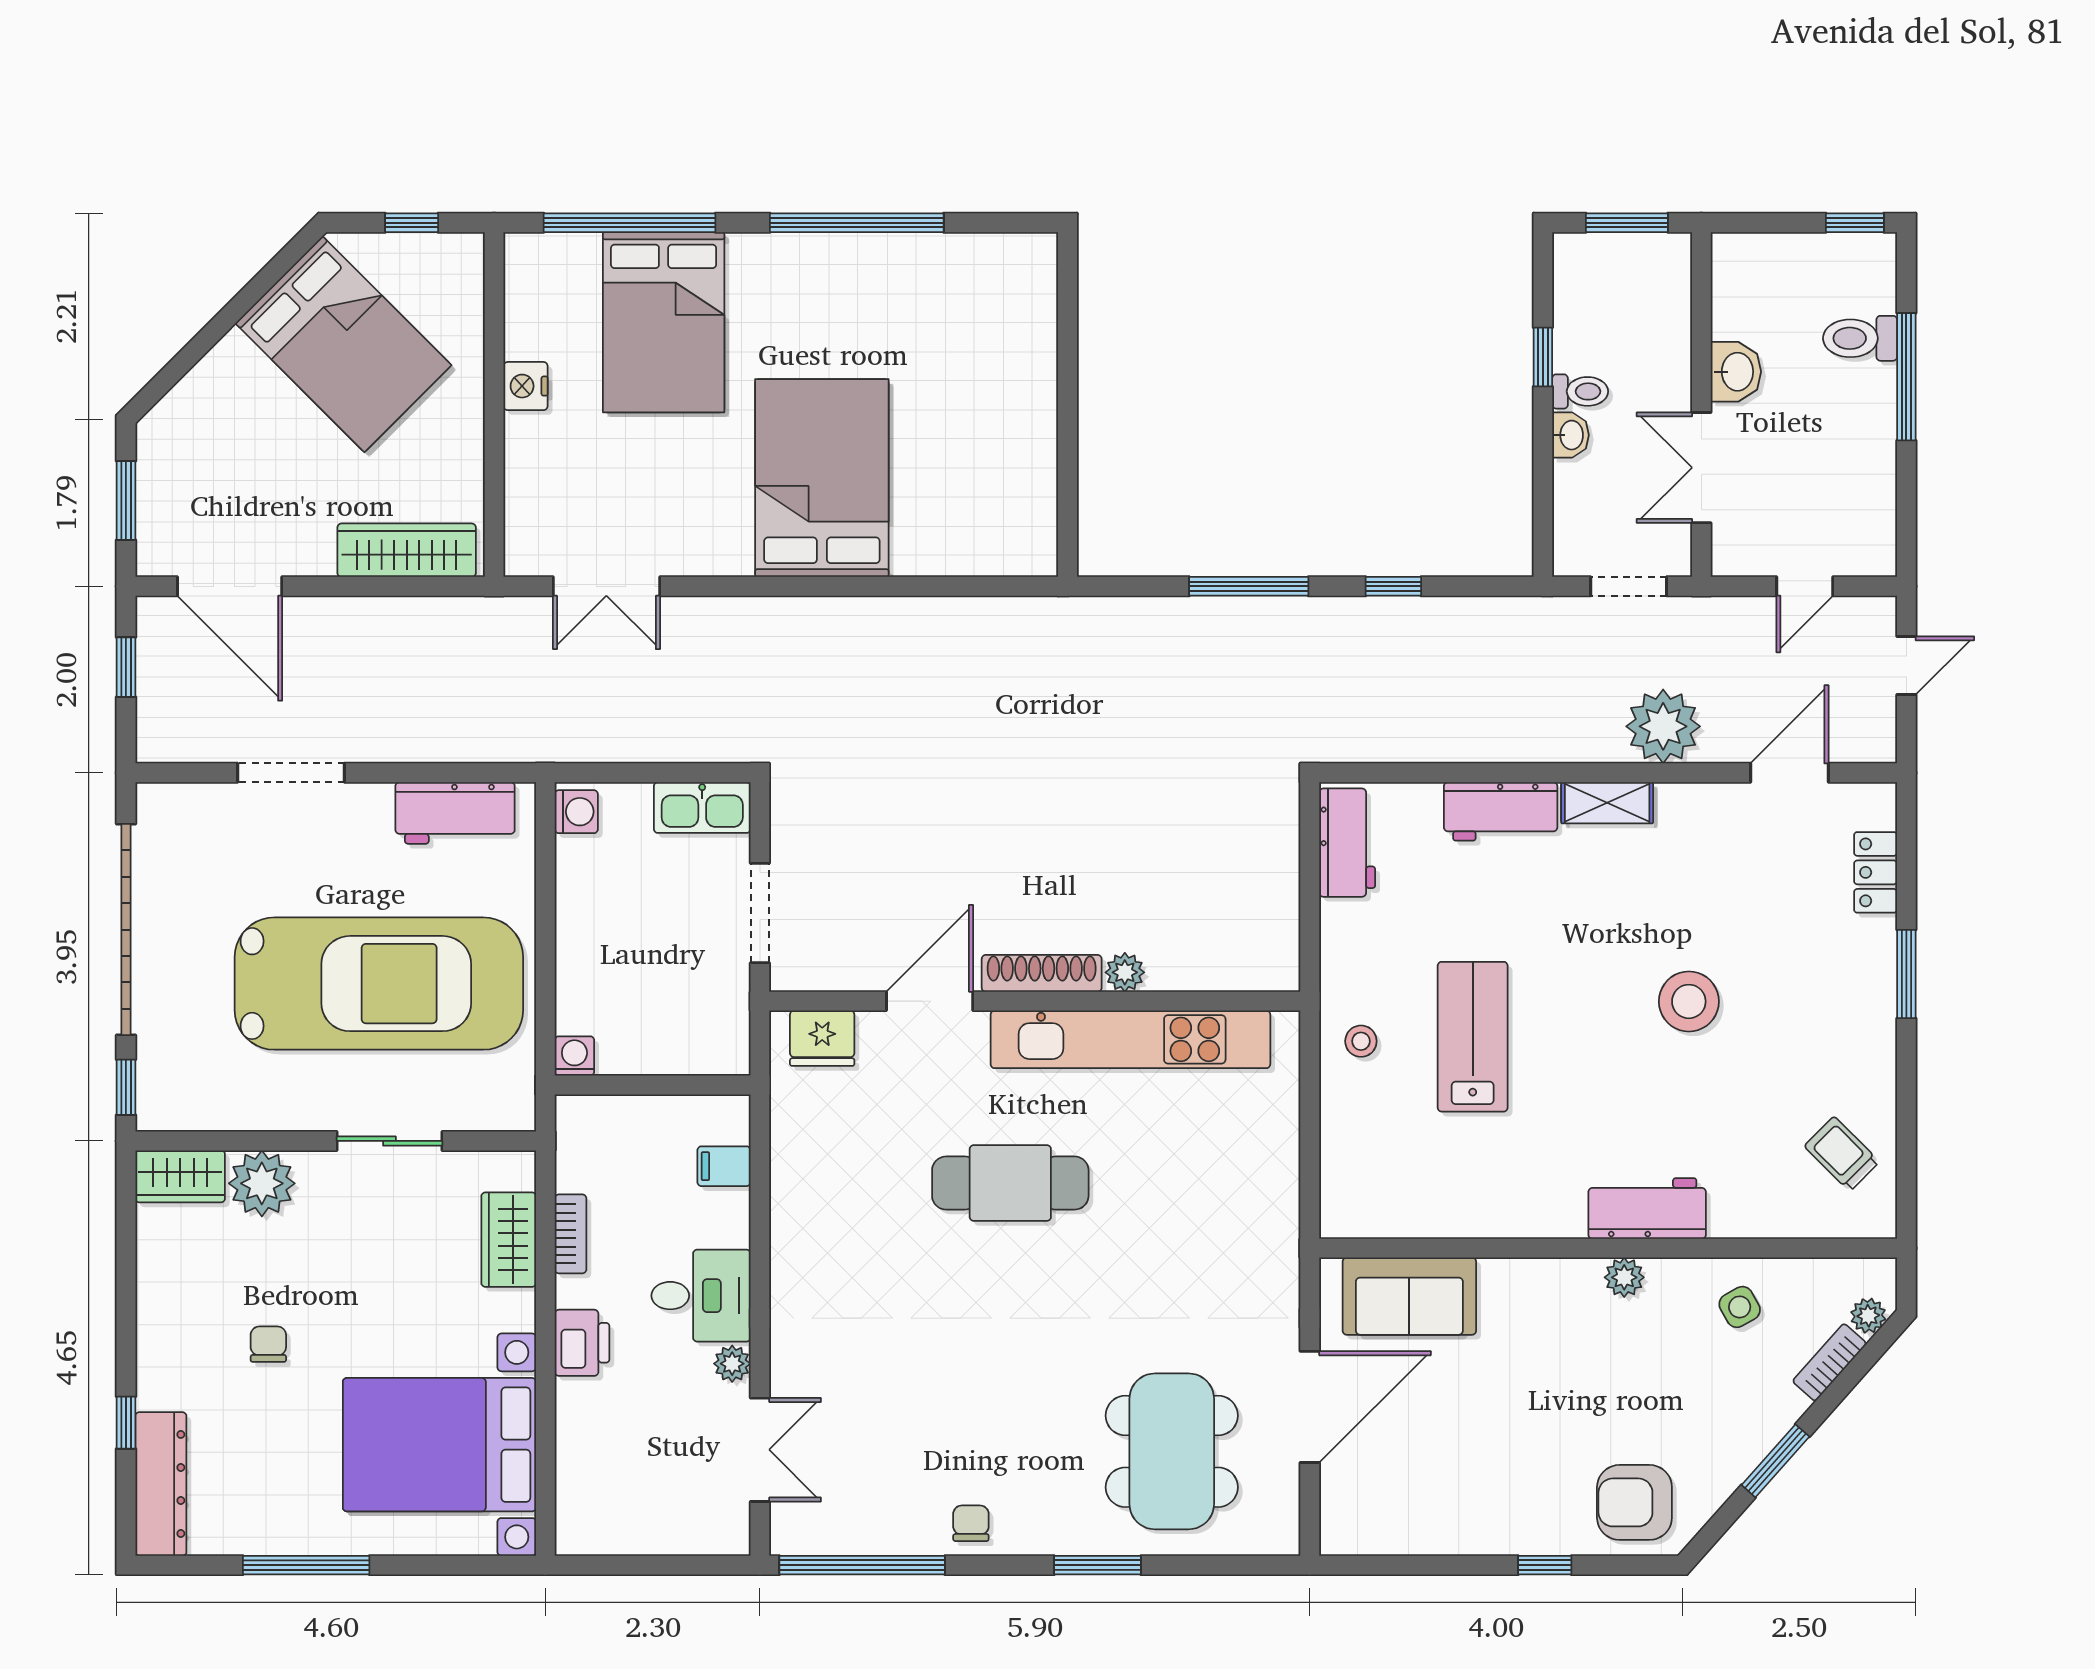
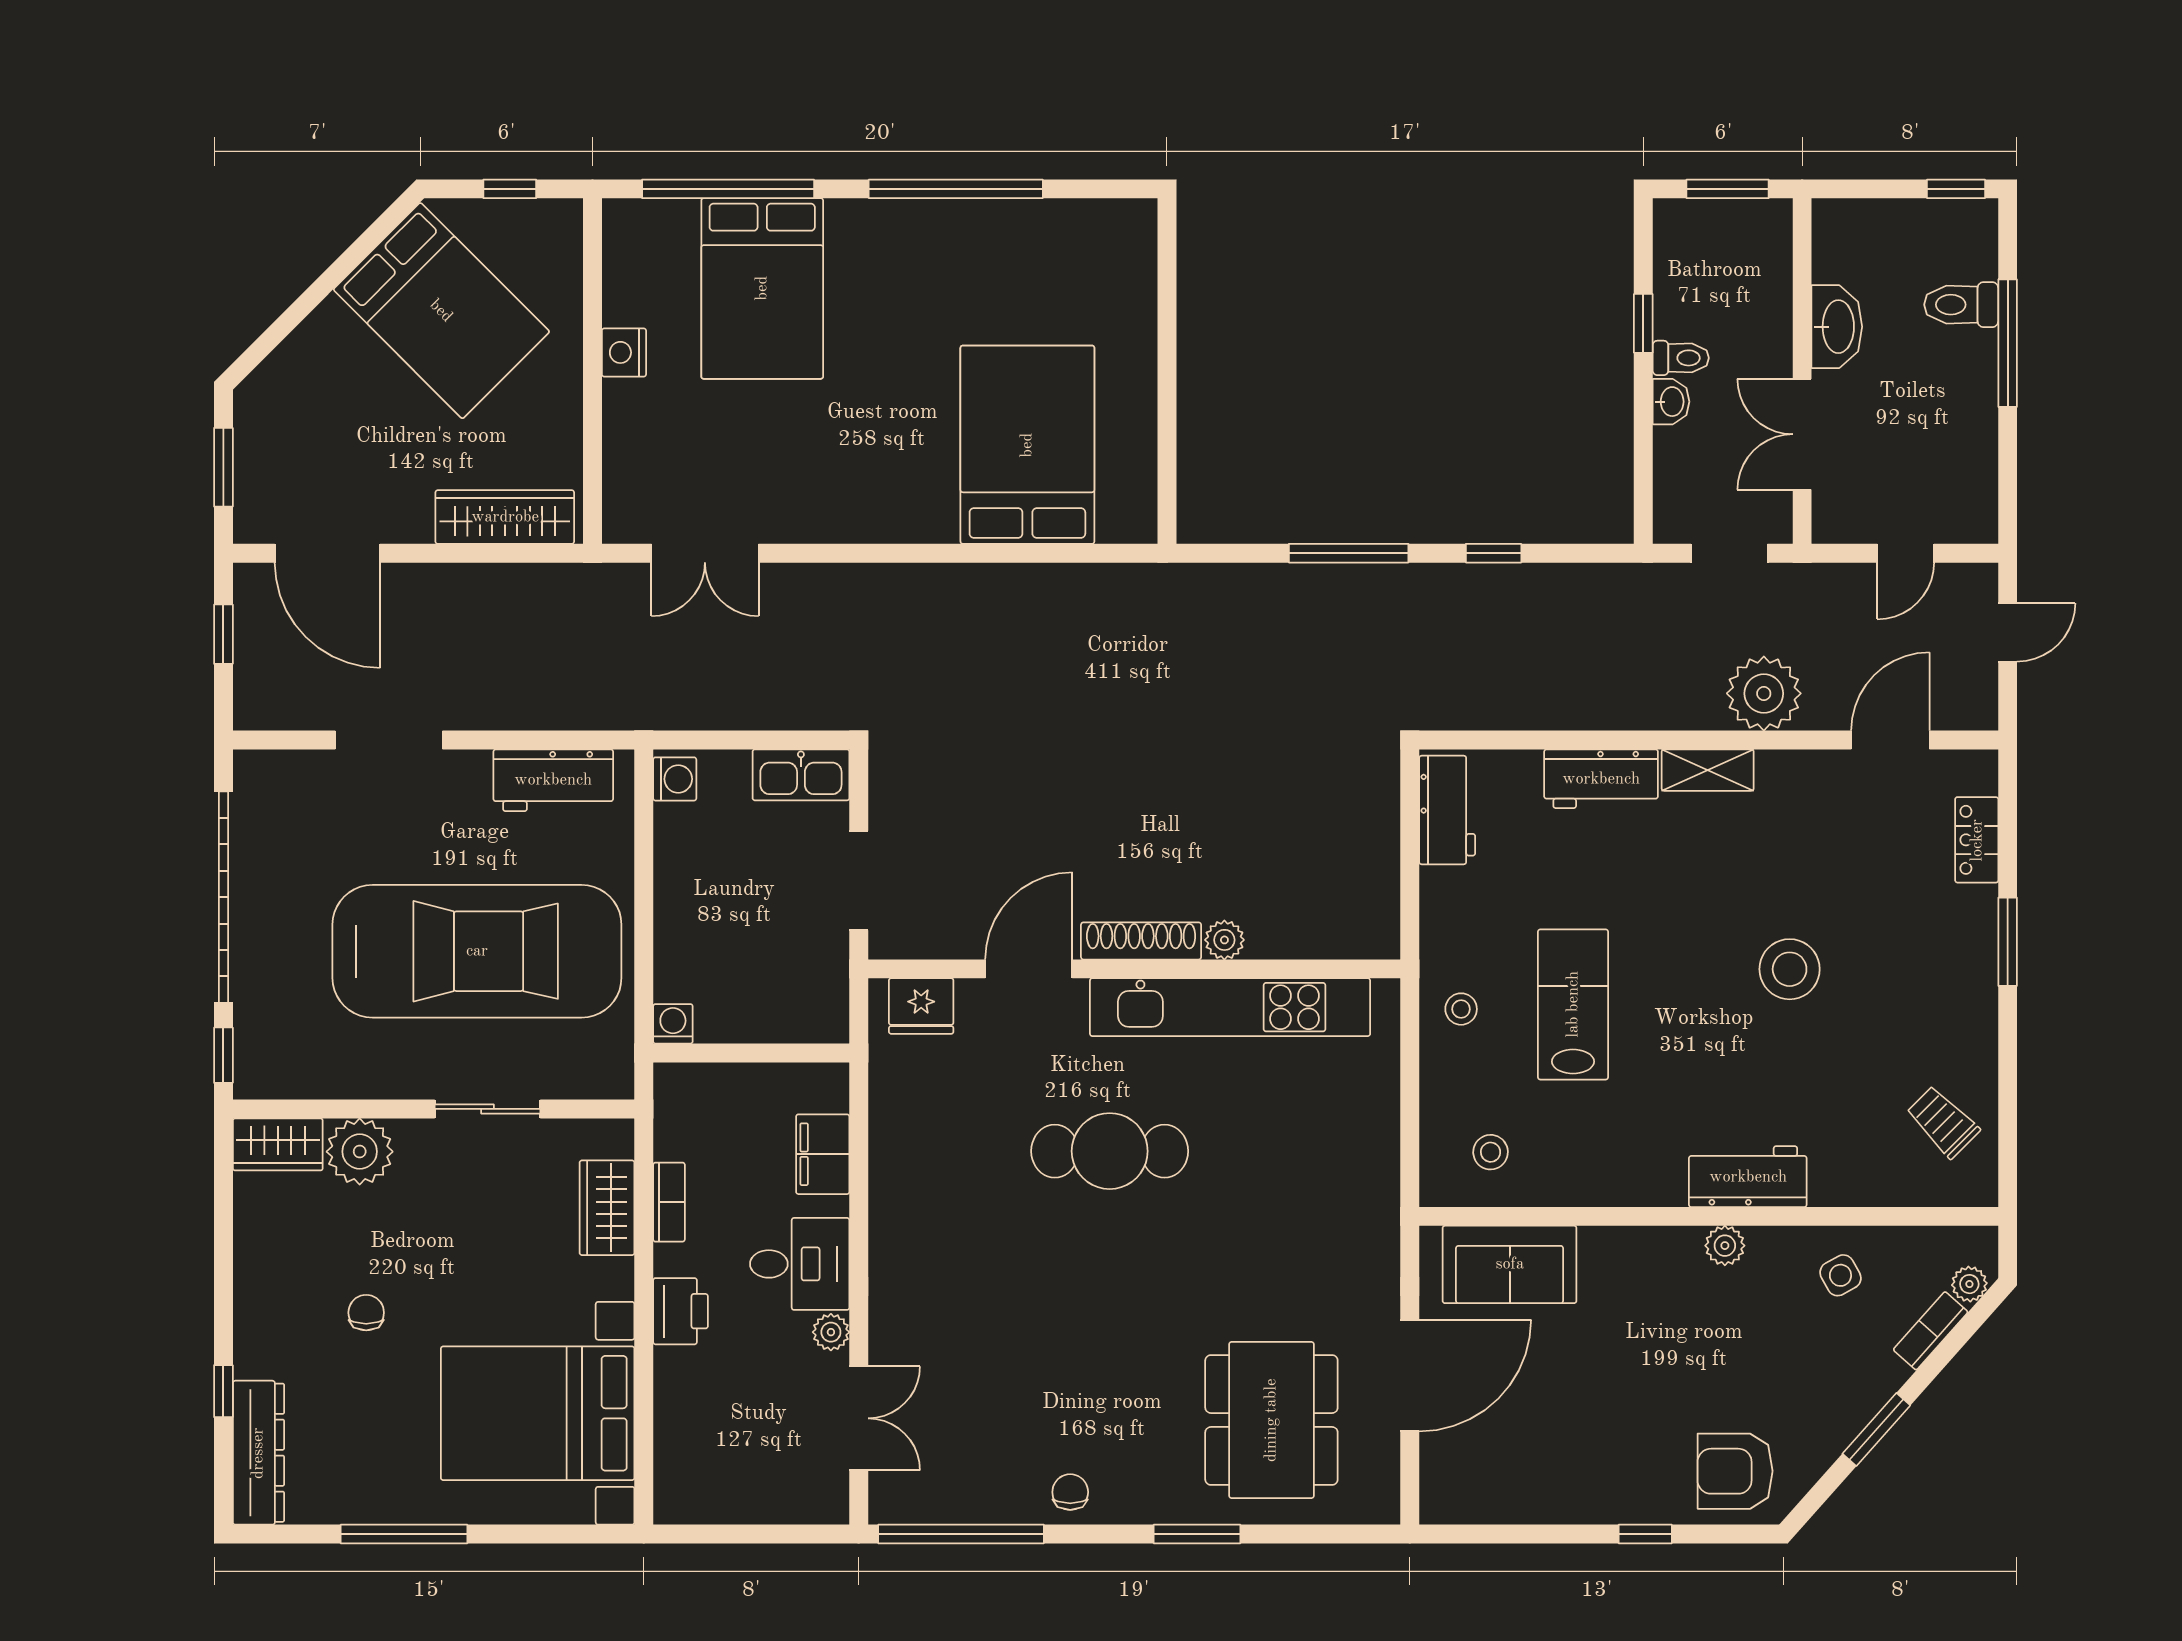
washbasin: (1736, 372) -> (1837, 327), width x1.38
bed: (822, 478) -> (1027, 445), moved
filing cabinet: (724, 1166) -> (823, 1154), width x2.00
stool: (1390, 1184) -> (1491, 1152), added

